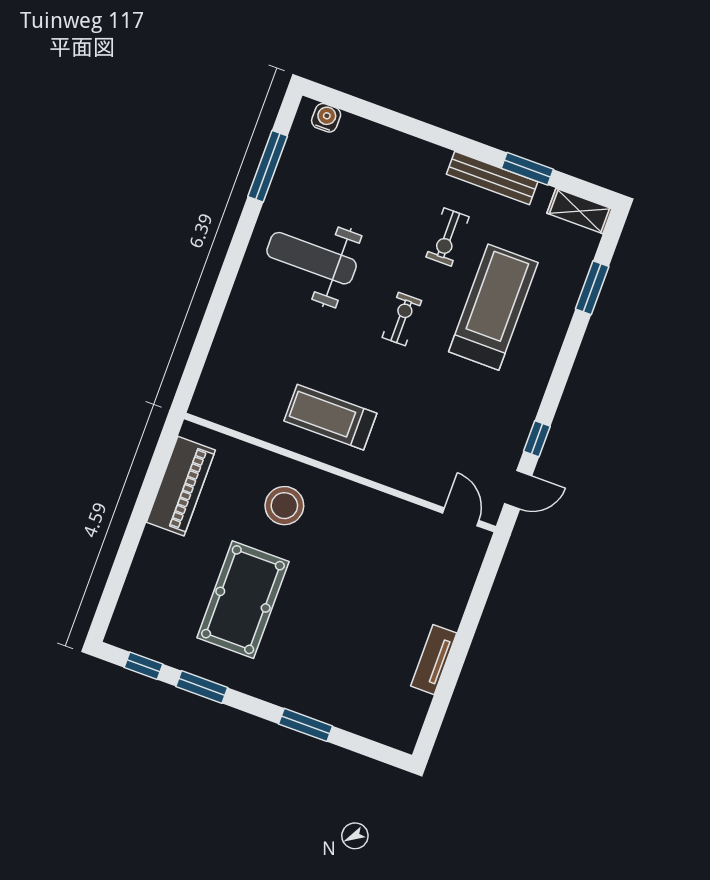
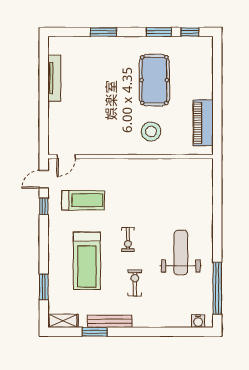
window: (268, 166) -> (217, 288), width x1.46
exercise bike: (448, 237) -> (135, 283), moved
weight bench: (312, 258) -> (181, 252), turned -90
treadmill: (330, 417) -> (83, 200), moved
door: (461, 517) -> (66, 157), hinge flipped
tv unit: (434, 660) -> (54, 78), width x1.41

